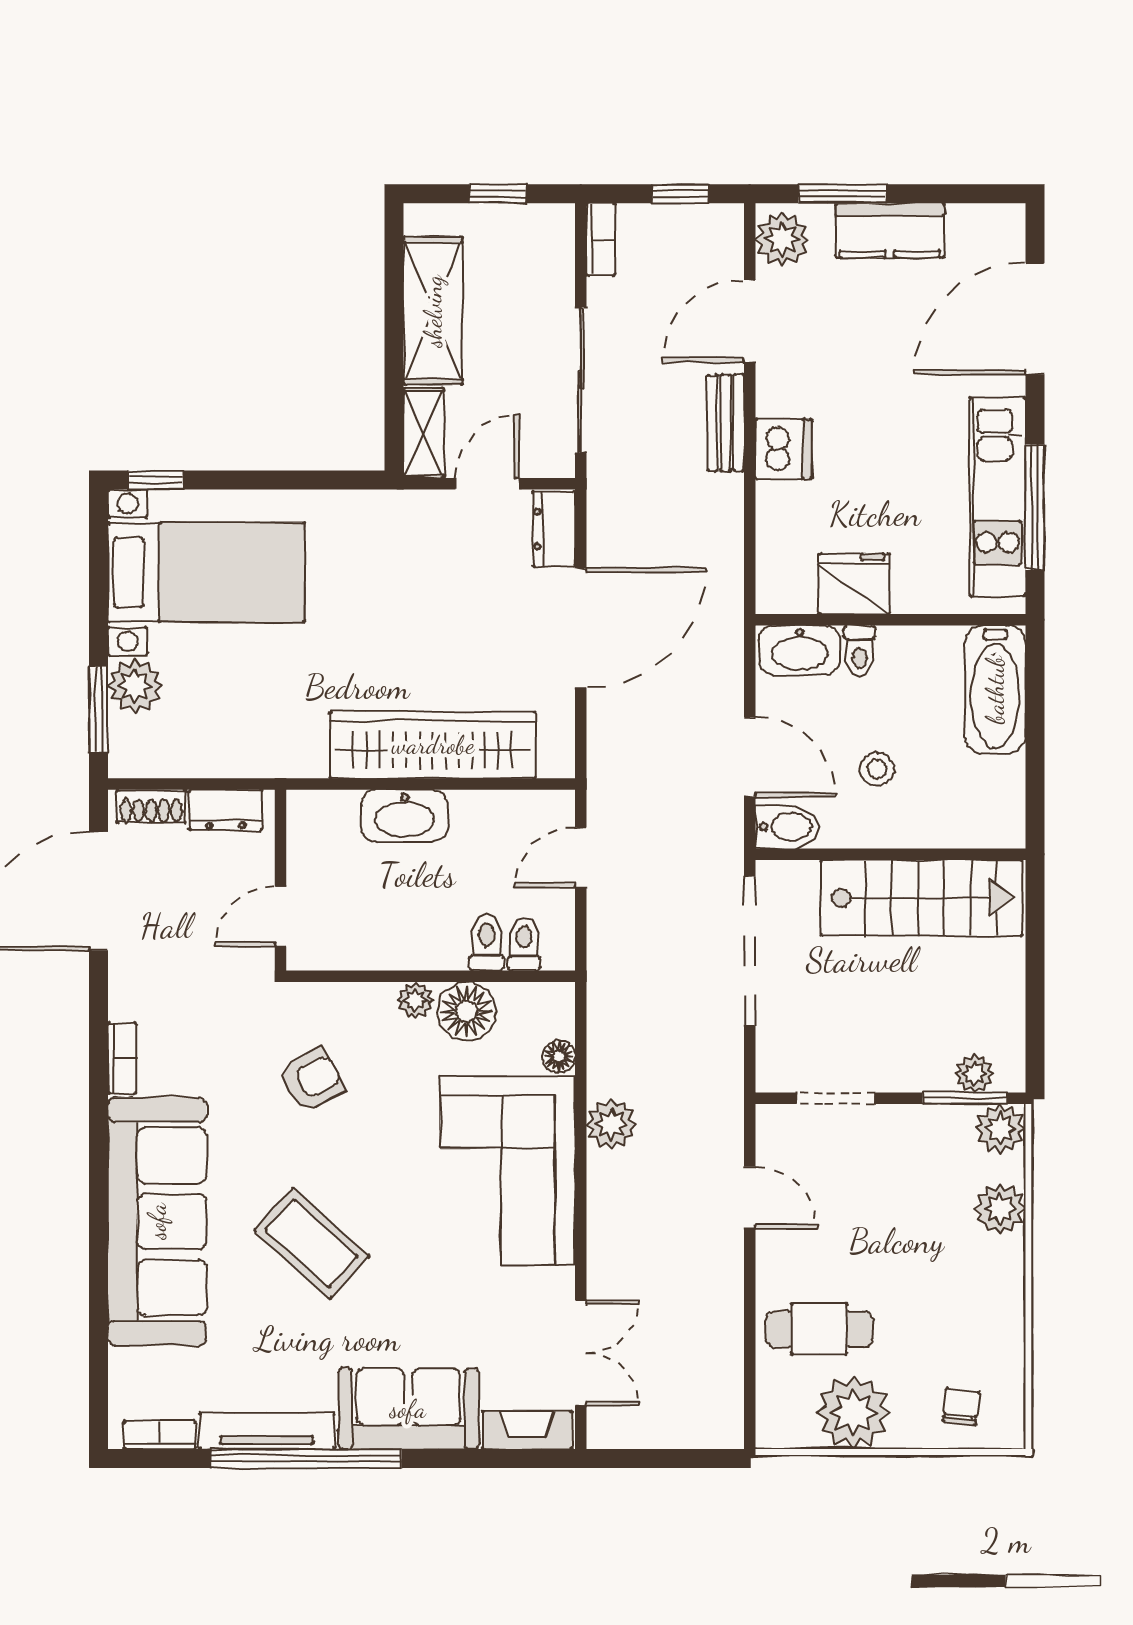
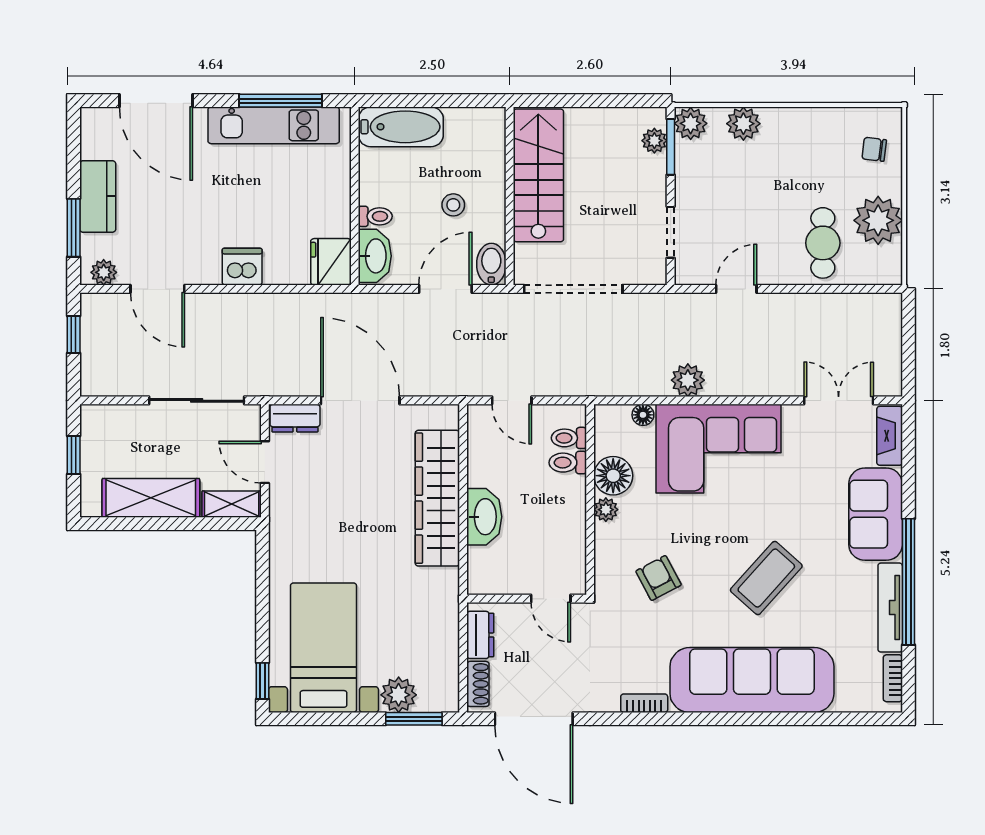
bookcase: (601, 239) -> (104, 387), removed
plant: (782, 239) -> (104, 272), width x0.73, depth x0.73
bench: (726, 423) -> (225, 305), removed
fridge: (854, 584) -> (331, 262), moved

